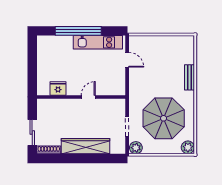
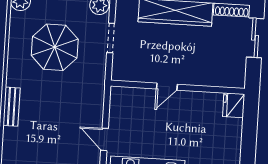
fridge: (58, 88) -> (234, 105), moved, turned 90
parasol: (164, 118) -> (55, 47), width x0.73, depth x0.73

